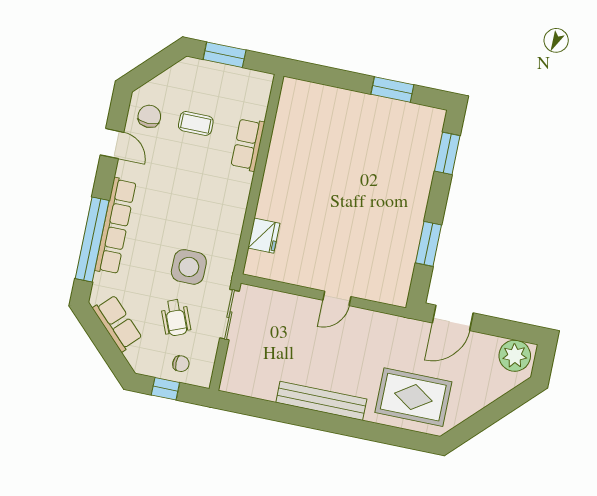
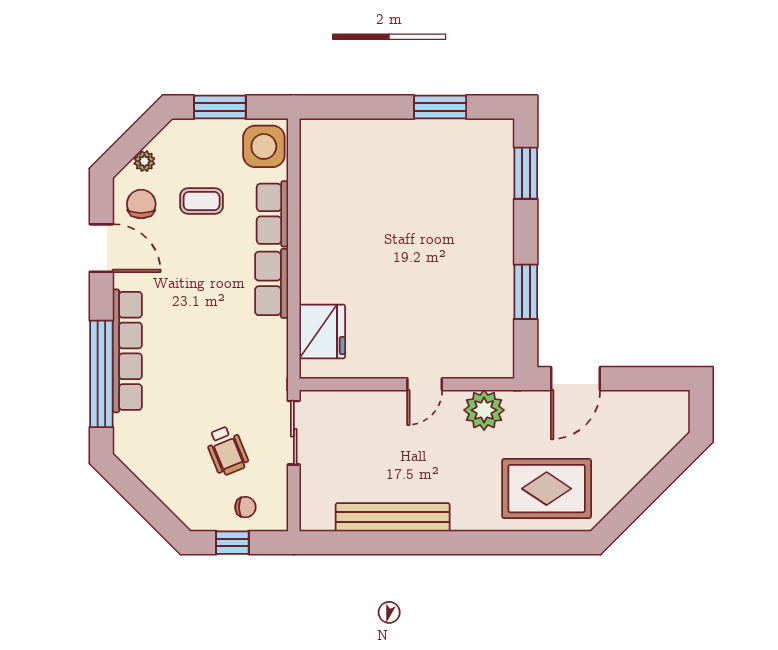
plant: (158, 84) -> (144, 161), added
door: (112, 144) -> (101, 248), width x1.38
fridge: (264, 236) -> (322, 331), width x1.36, depth x1.34
side table: (189, 267) -> (264, 146), moved
row of seats: (117, 323) -> (272, 283), moved, turned -135
plant: (515, 356) -> (484, 410), moved
bench: (321, 401) -> (393, 517), moved

